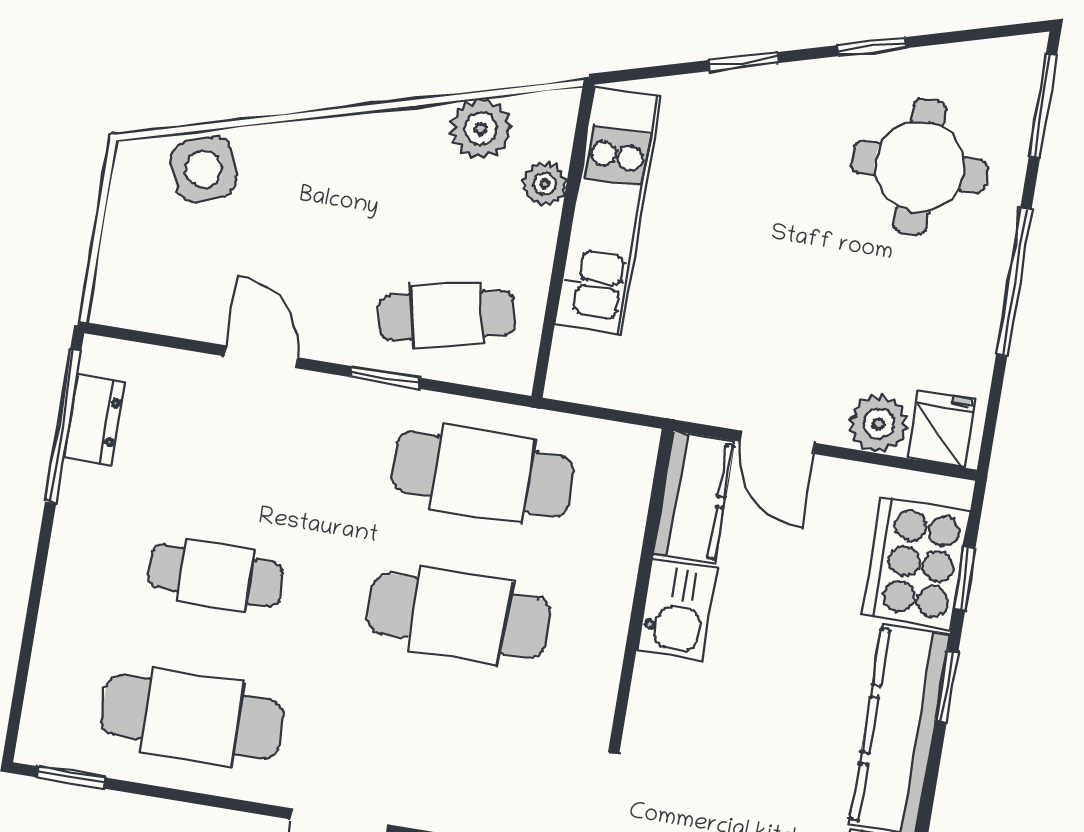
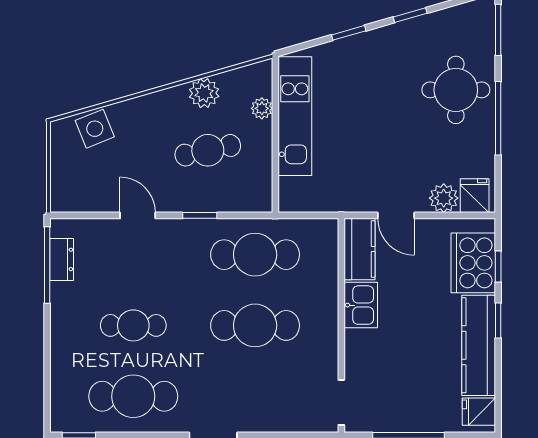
plant: (481, 129) -> (204, 93), moved
round table: (920, 167) -> (456, 90), moved
cafe table: (447, 315) -> (208, 150), moved

